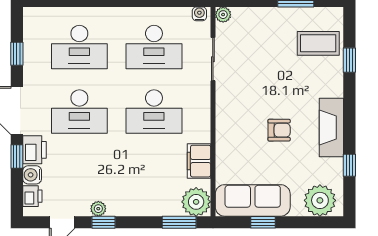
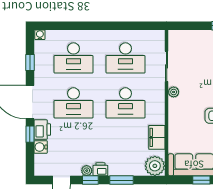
water cooler: (199, 14) -> (40, 35), moved
plant: (223, 15) -> (174, 92), moved
printer: (32, 196) -> (100, 169), moved, turned -90
window: (179, 222) -> (122, 180), moved

